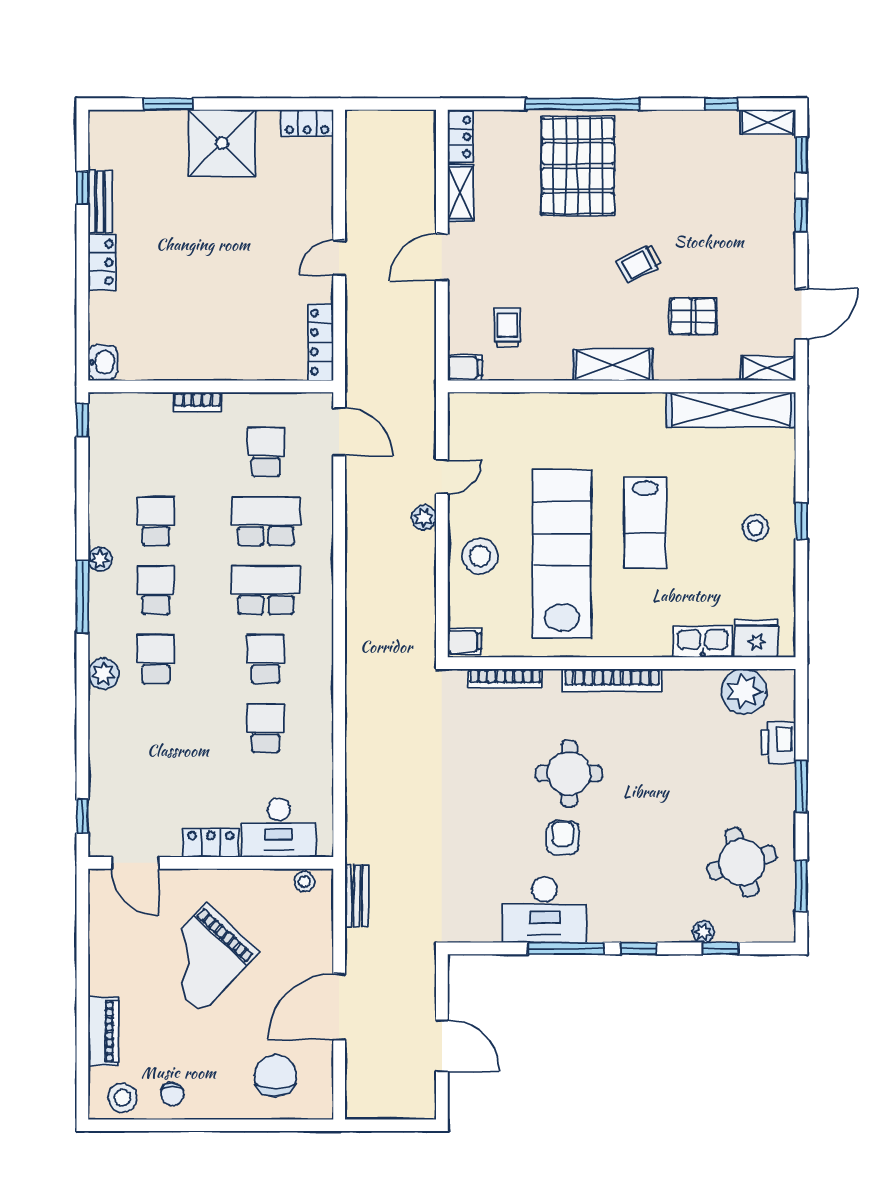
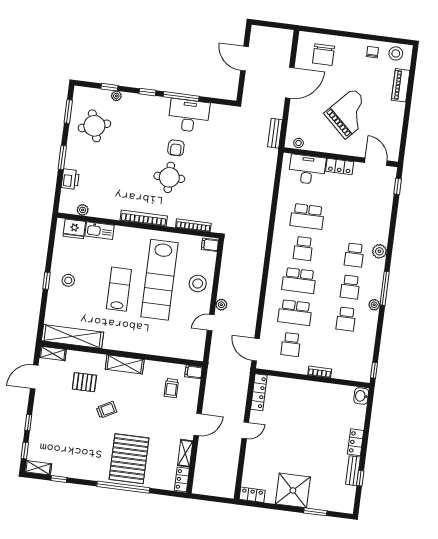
plant: (744, 691) -> (83, 210), width x0.53, depth x0.53
school desk: (266, 728) -> (307, 216), width x1.85

